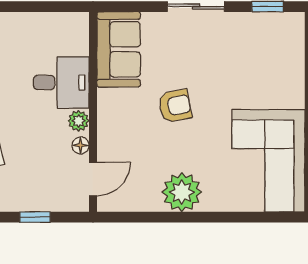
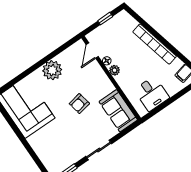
desk: (61, 82) -> (152, 94), moved, turned -90

